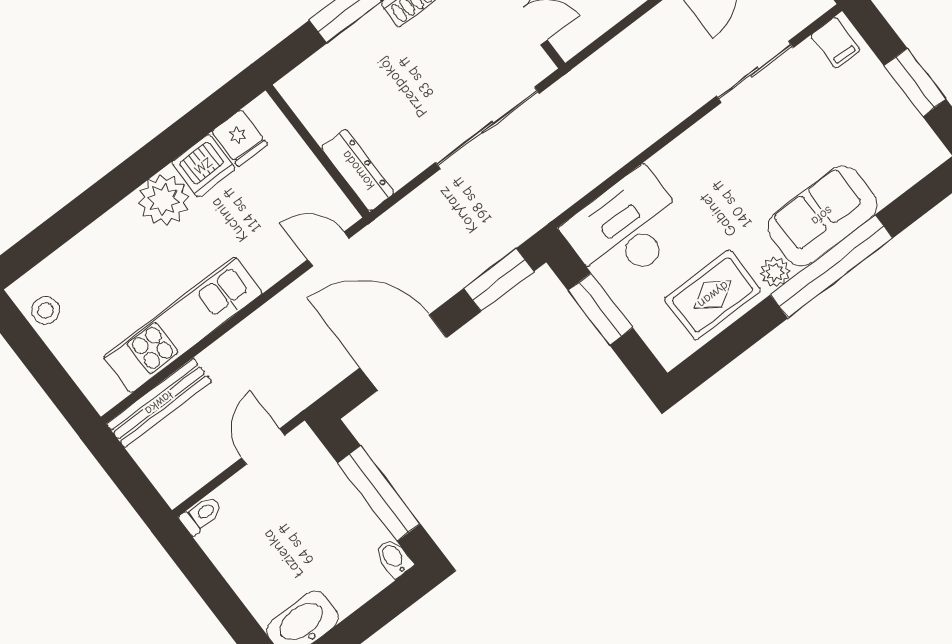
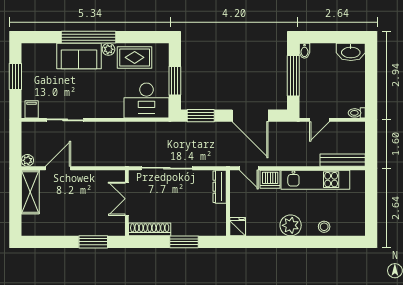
fridge: (240, 138) -> (238, 227), moved
dishwasher: (203, 166) -> (270, 179), moved, turned 180
stool: (46, 310) -> (324, 227), moved

